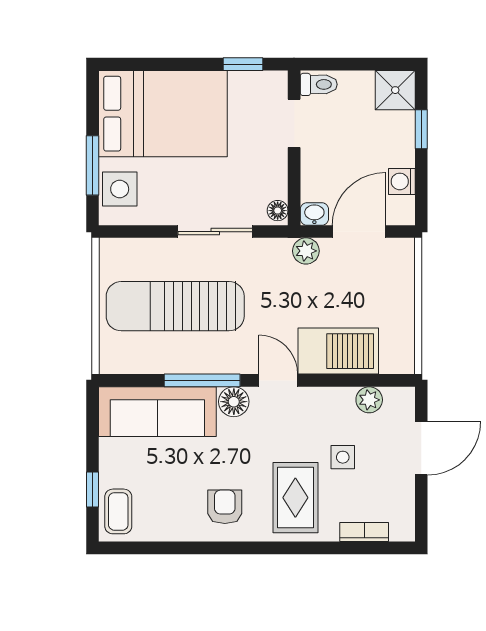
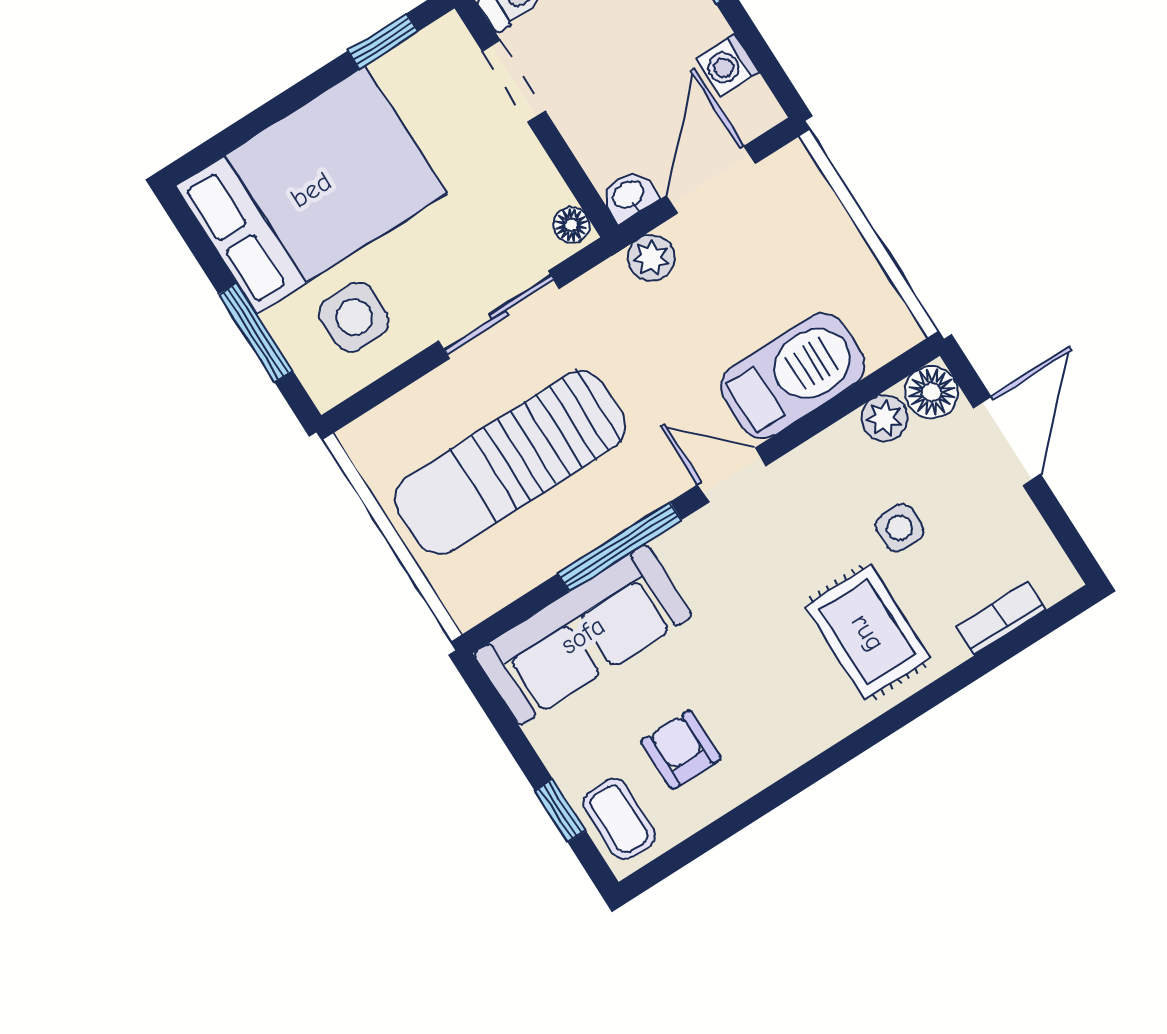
side table: (120, 189) -> (354, 317), moved
floor lamp: (234, 402) -> (932, 392), moved
armchair: (225, 507) -> (681, 750), moved

